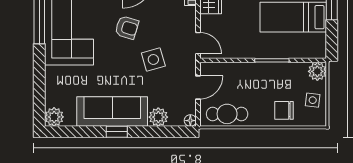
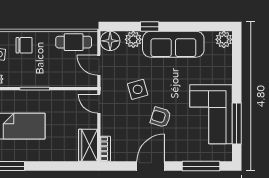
door: (198, 87) -> (99, 65), hinge flipped
floor lamp: (190, 121) -> (110, 41), width x1.89, depth x1.89
window: (117, 132) -> (150, 27), moved

